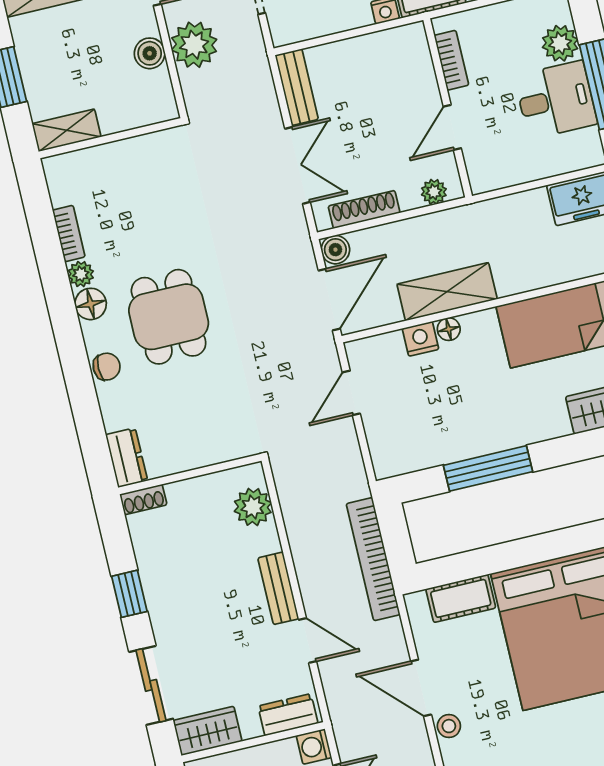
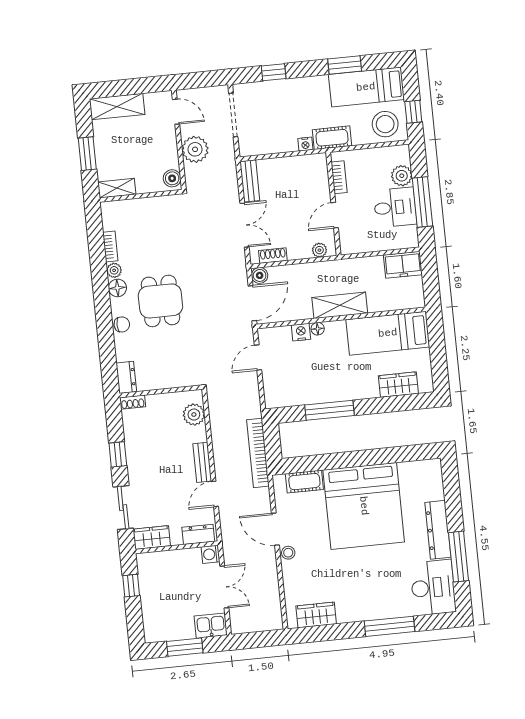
boiler: (150, 53) -> (172, 178), moved
shoe rack: (364, 209) -> (273, 256), width x0.70
shelving: (447, 292) -> (340, 305), moved
door: (308, 641) -> (215, 494), swing flipped

